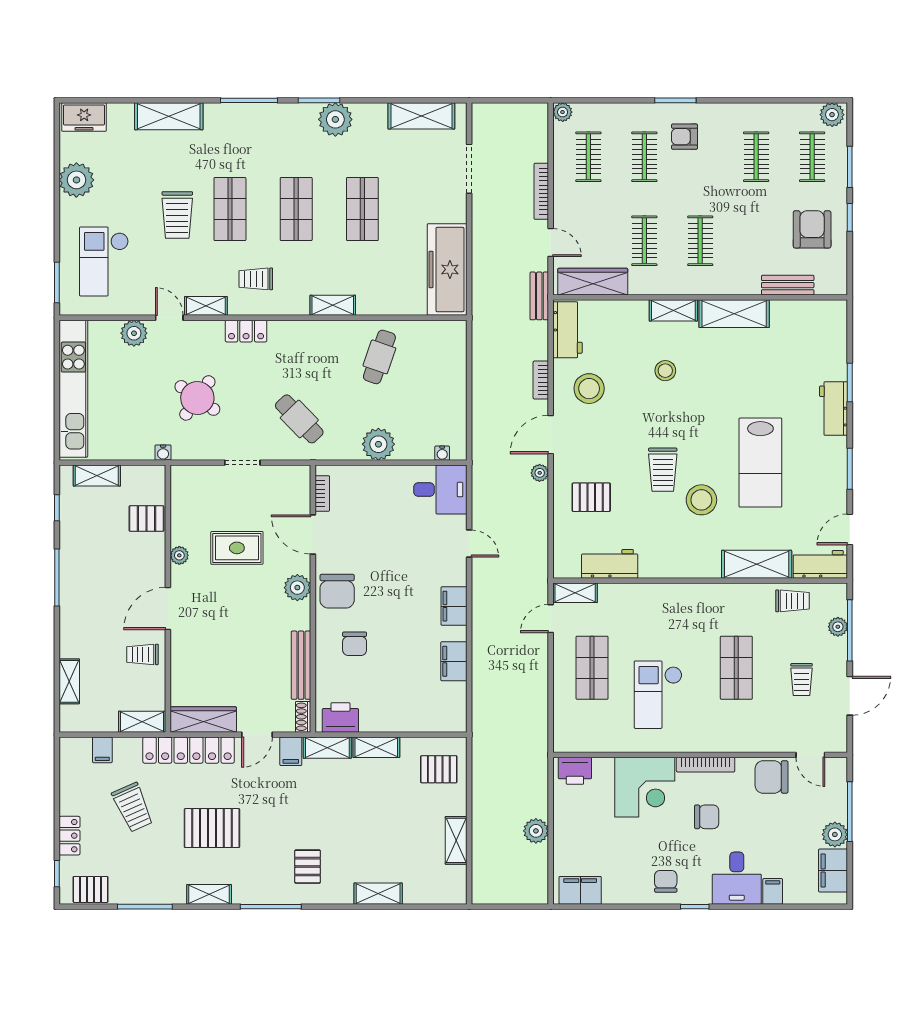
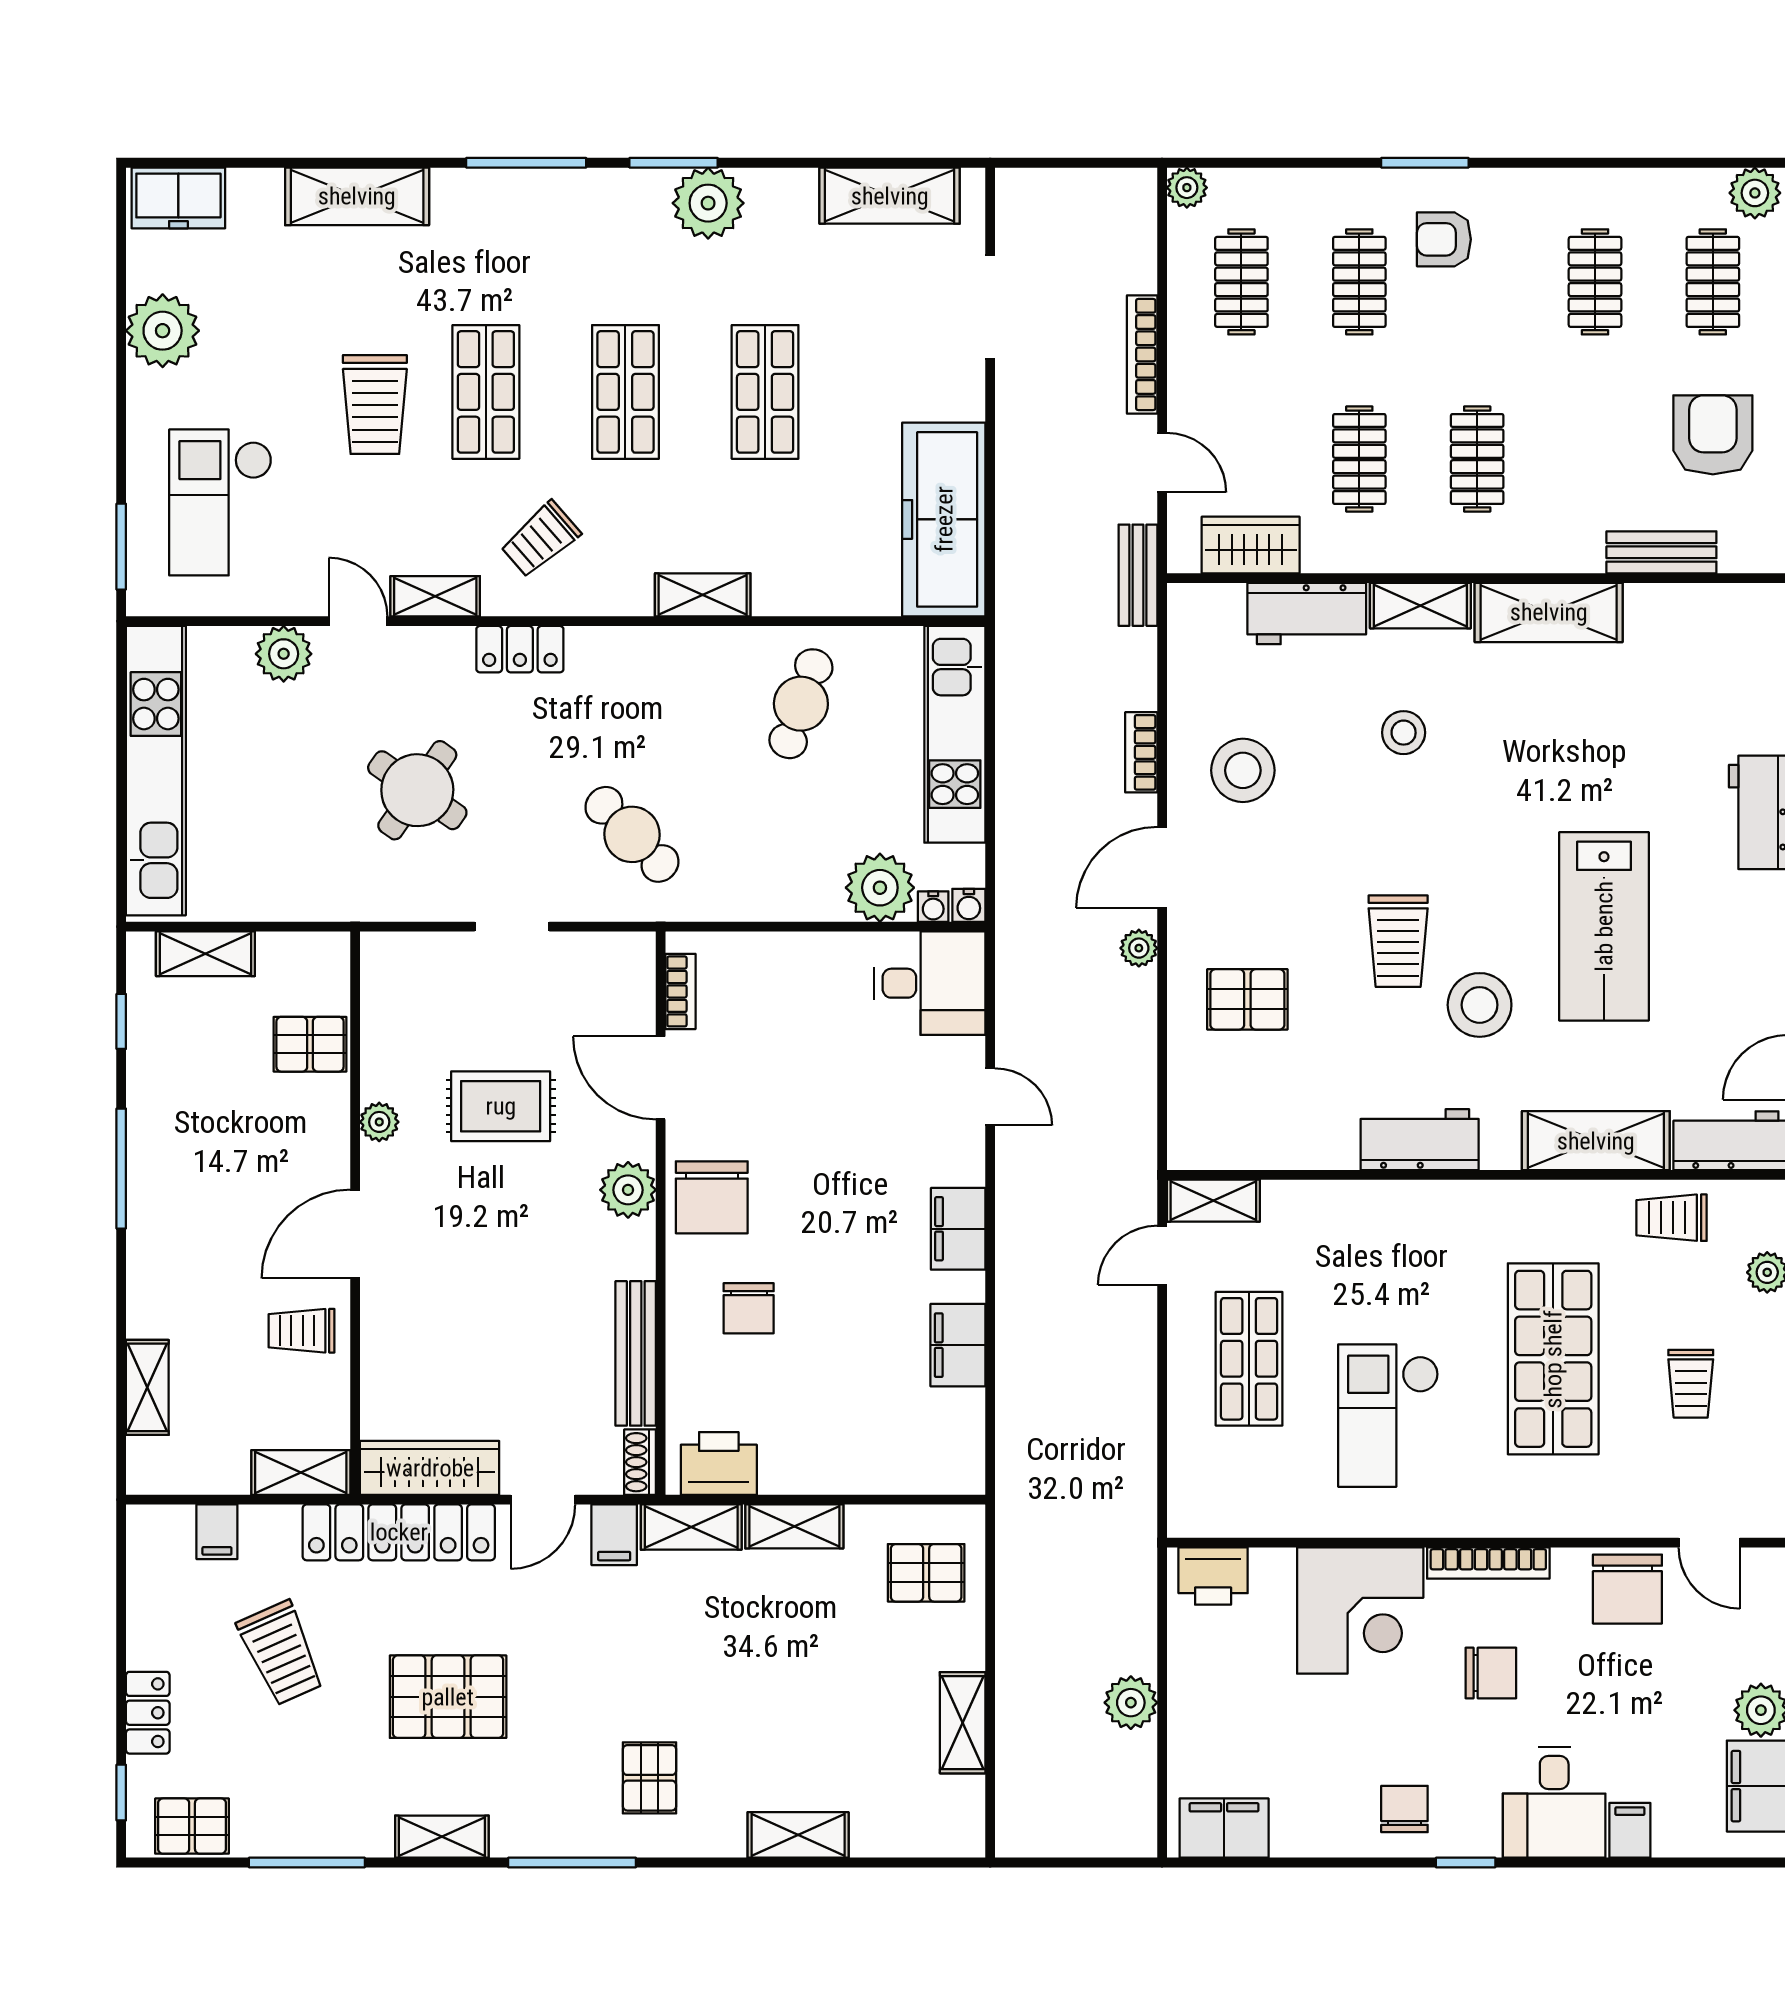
trolley: (256, 279) -> (540, 539), turned -41
wardrobe: (593, 282) -> (1251, 545), width x0.67
workbench: (568, 330) -> (1307, 614), moved, turned 90
kitchen unit: (452, 371) -> (955, 734), added
plant: (378, 444) -> (880, 888), moved
water cooler: (163, 453) -> (969, 905), moved
workbench: (610, 564) -> (1420, 1140), moved
trolley: (792, 601) -> (1672, 1218), turned 180
shop shelf: (736, 668) -> (1553, 1359), width x1.43, depth x1.36
chair: (772, 777) -> (1627, 1589), turned -90

